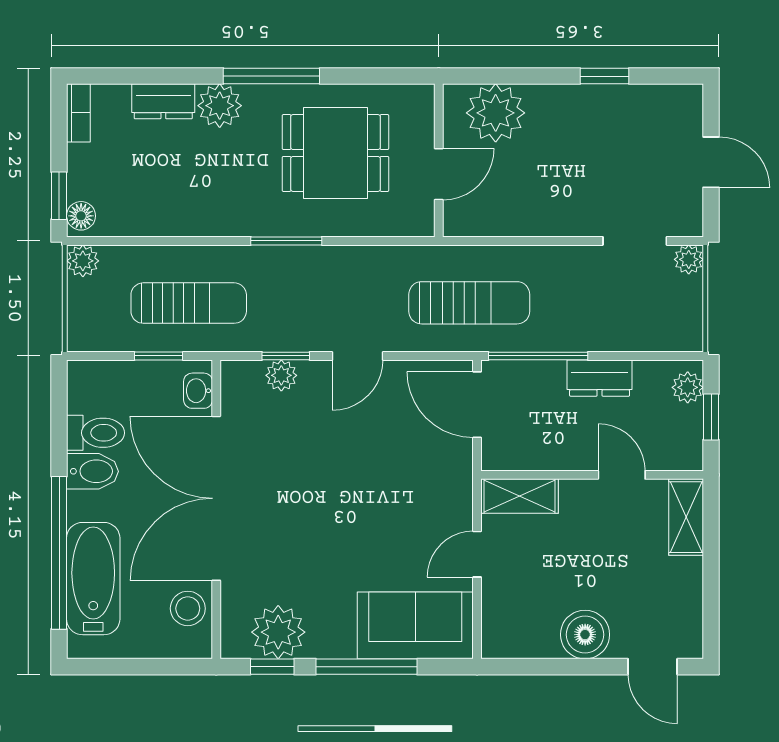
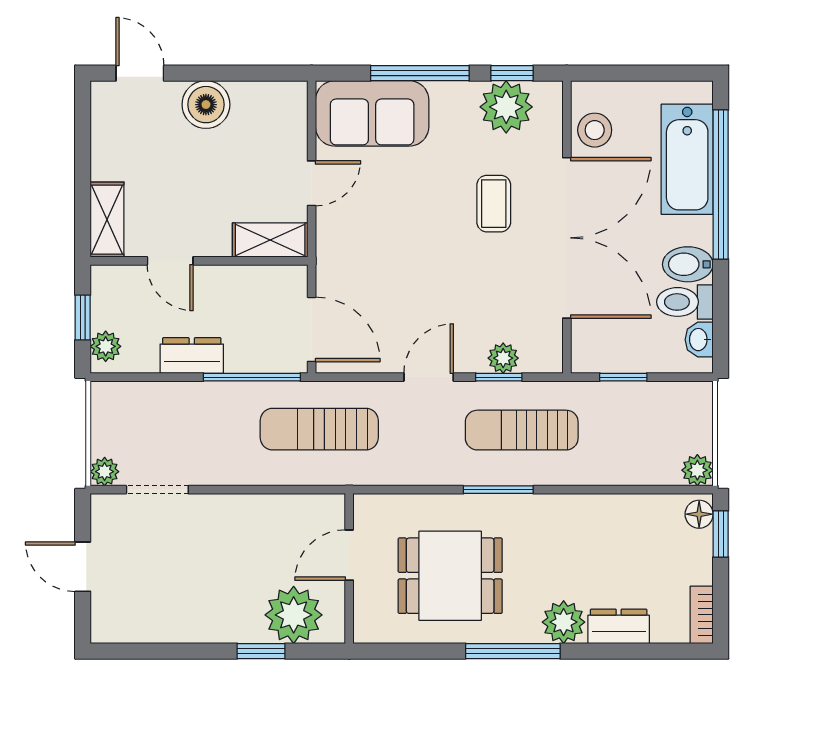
window: (604, 76) -> (261, 651), moved
sun lounger: (189, 303) -> (522, 430), moved
washbasin: (198, 391) -> (699, 340), moved, turned 180
coffee table: (291, 533) -> (494, 204), added

